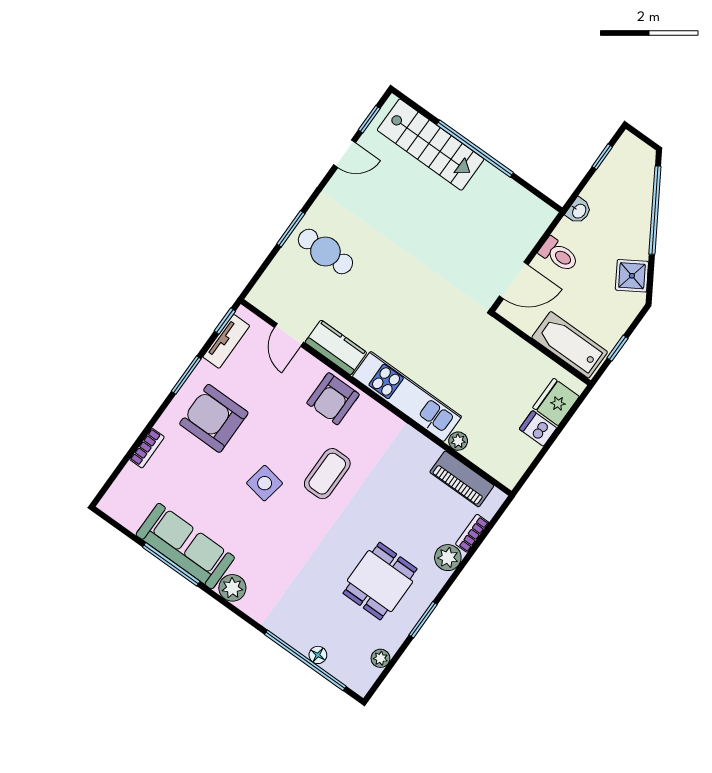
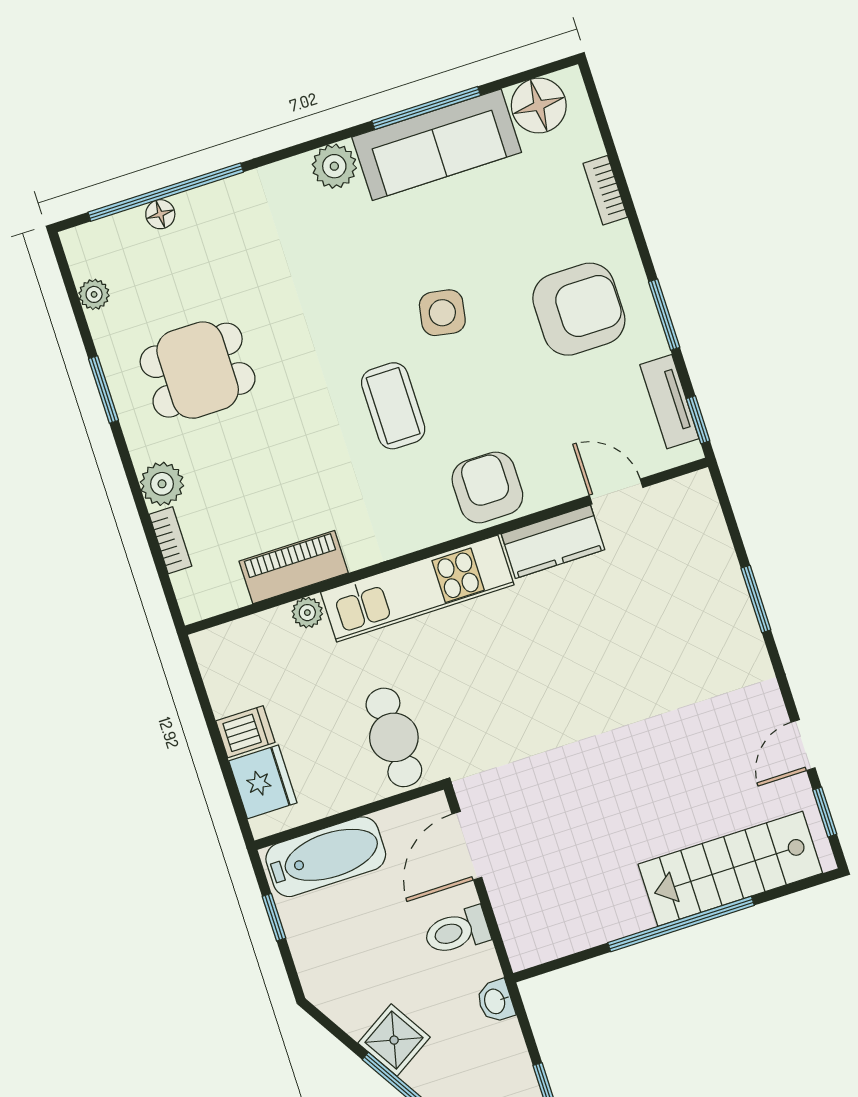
cafe table: (325, 251) -> (394, 737), moved, turned 90
shower: (632, 276) -> (394, 1040), moved
piano: (462, 479) -> (294, 567), moved
floor lamp: (130, 511) -> (539, 106), added
dining table: (380, 581) -> (198, 370), turned 90

